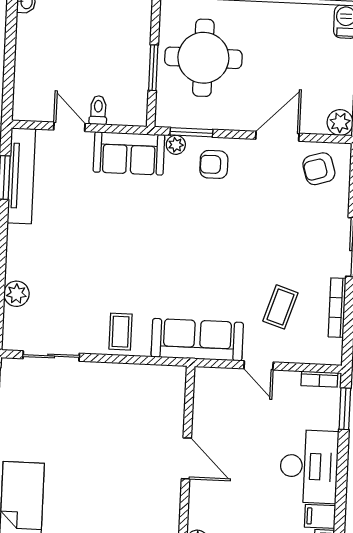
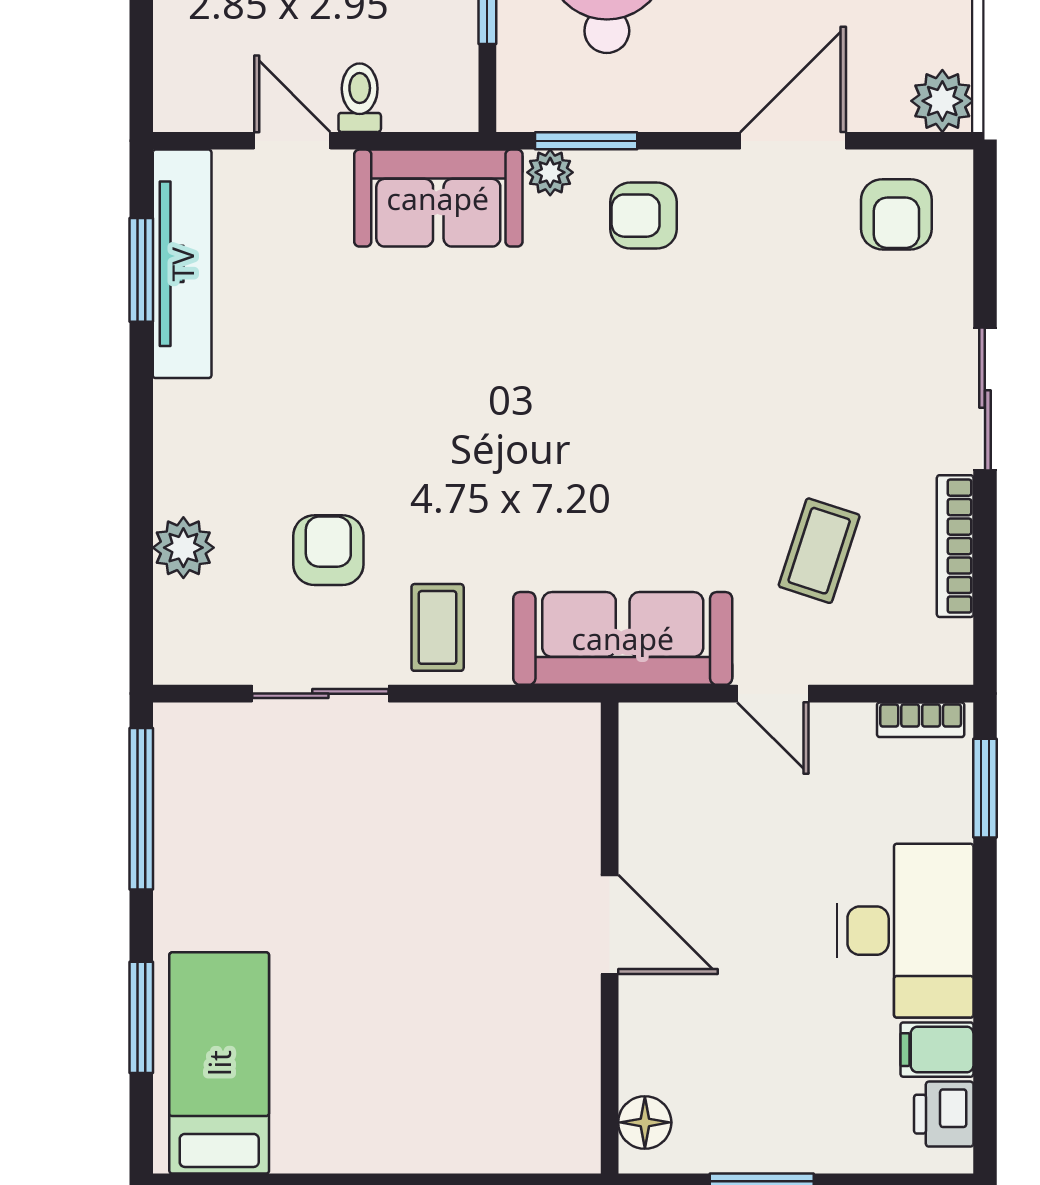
armchair: (319, 169) -> (896, 214), turned -73
armchair: (77, 297) -> (328, 550), added
sliding door: (51, 356) -> (320, 694), moved

